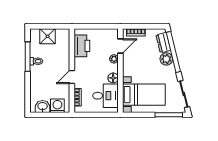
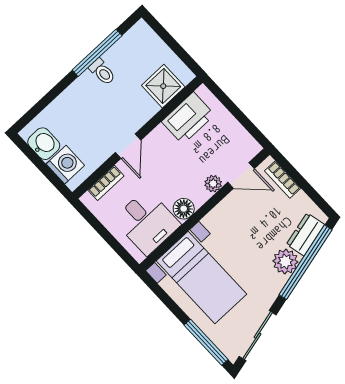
shower: (48, 36) -> (163, 86), moved
door: (72, 77) -> (128, 146), swing flipped

